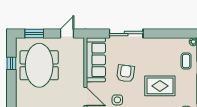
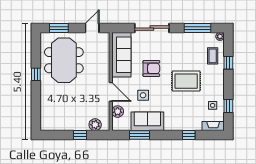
window: (171, 34) -> (197, 28), added
window: (11, 63) -> (36, 74), moved
armchair: (126, 73) -> (151, 68), turned 83

